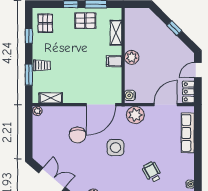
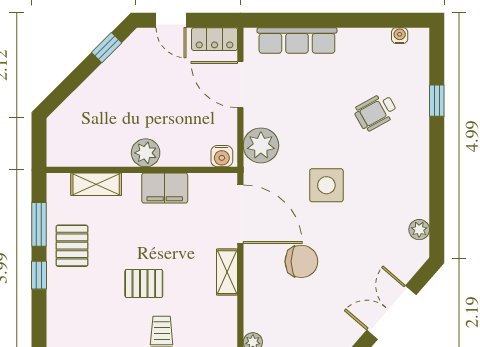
pallet: (45, 23) -> (144, 283), moved
window: (174, 28) -> (107, 48), moved
filing cabinet: (114, 61) -> (165, 188), width x2.00
shelving: (51, 98) -> (227, 272), moved

